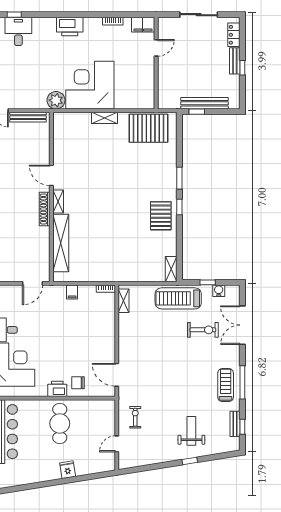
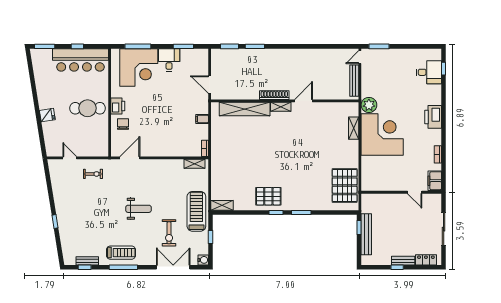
shelving: (105, 118) -> (354, 128), moved
water cooler: (219, 291) -> (203, 260), moved
weight bench: (191, 431) -> (138, 209), moved

